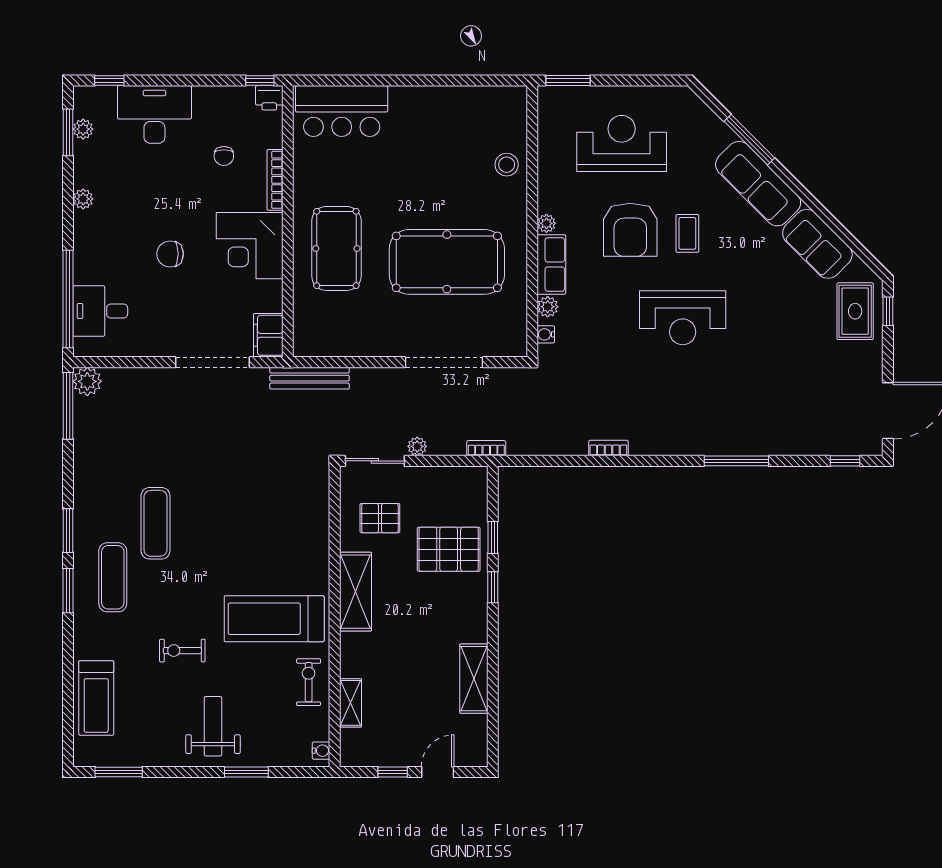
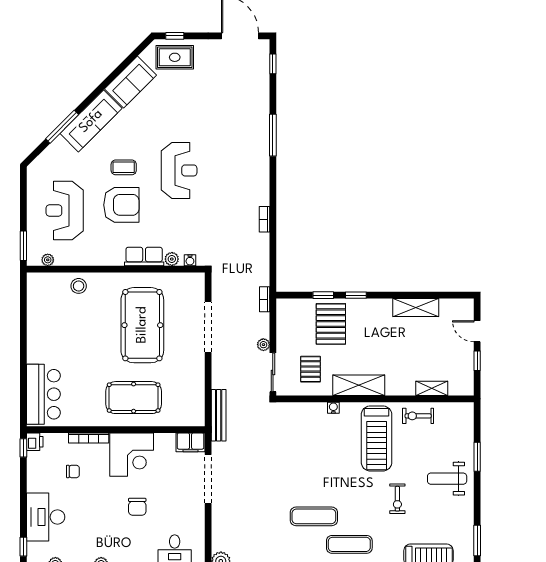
plant: (546, 223) -> (48, 260), moved
water cooler: (321, 751) -> (333, 408), moved

